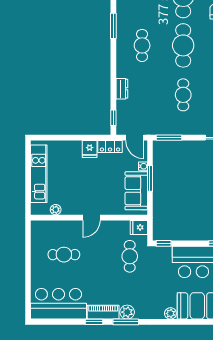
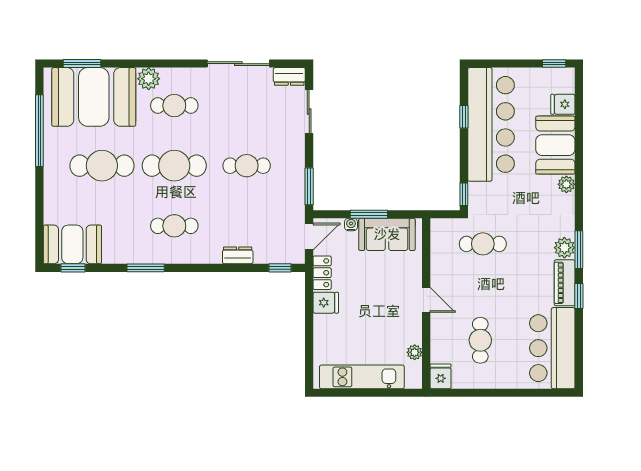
fridge: (139, 227) -> (441, 376), moved, turned 180

